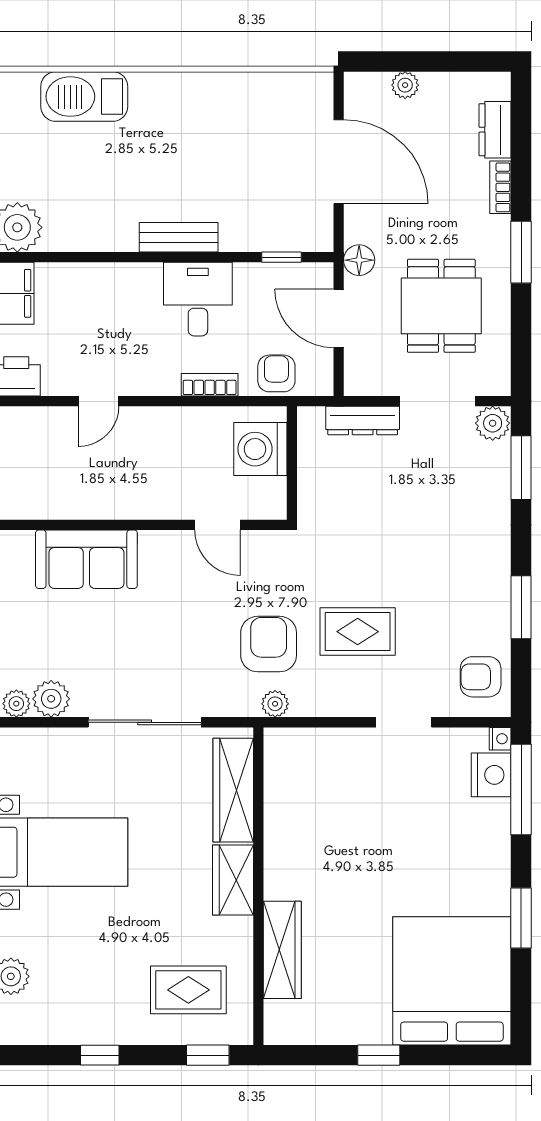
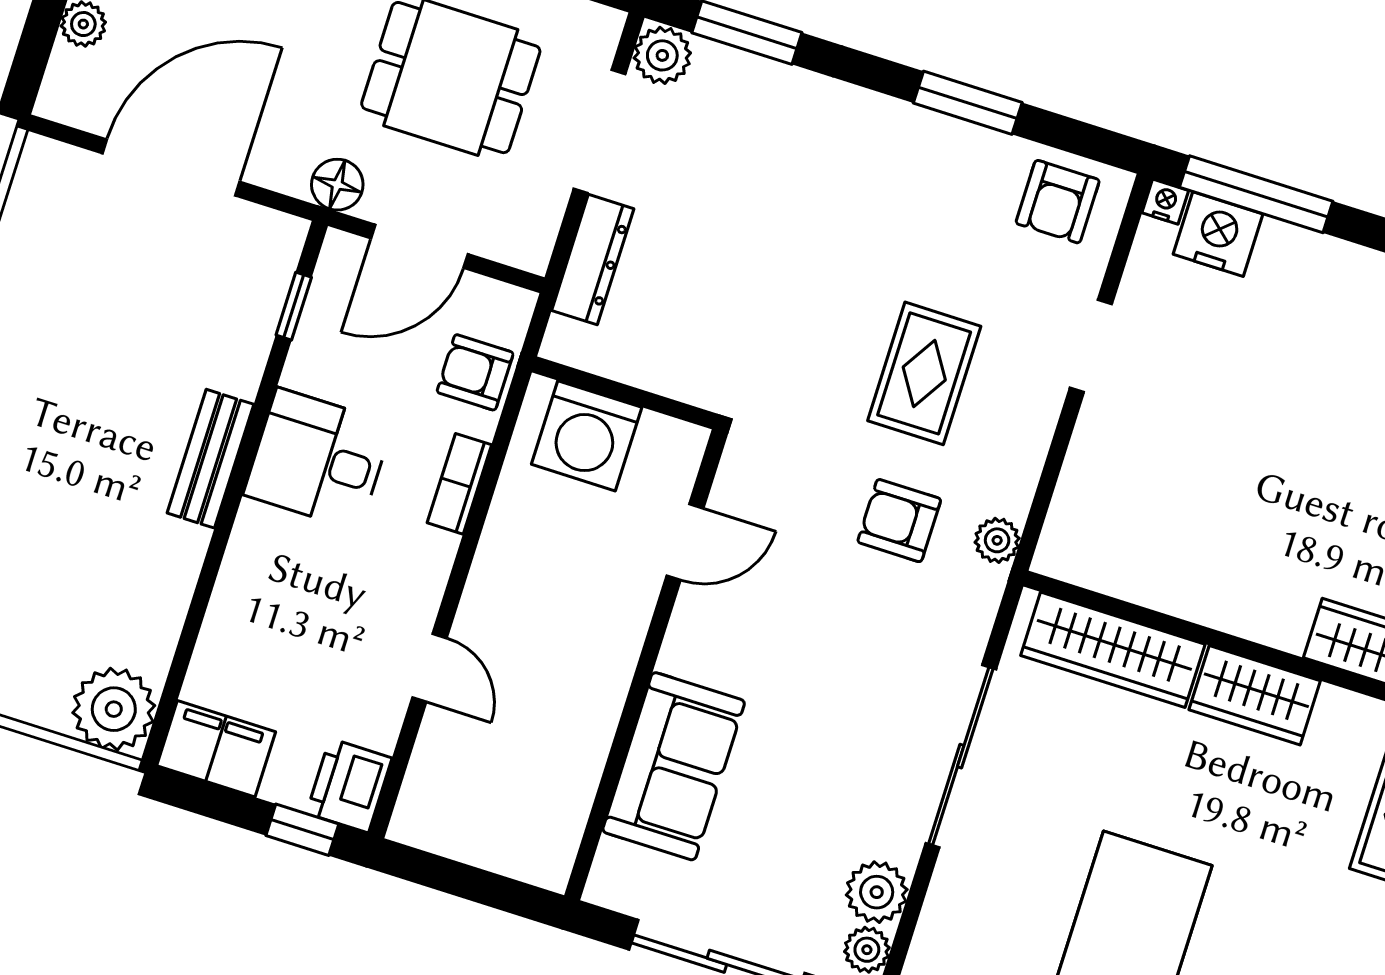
armchair: (269, 644) -> (899, 521), width x0.72, depth x0.72

